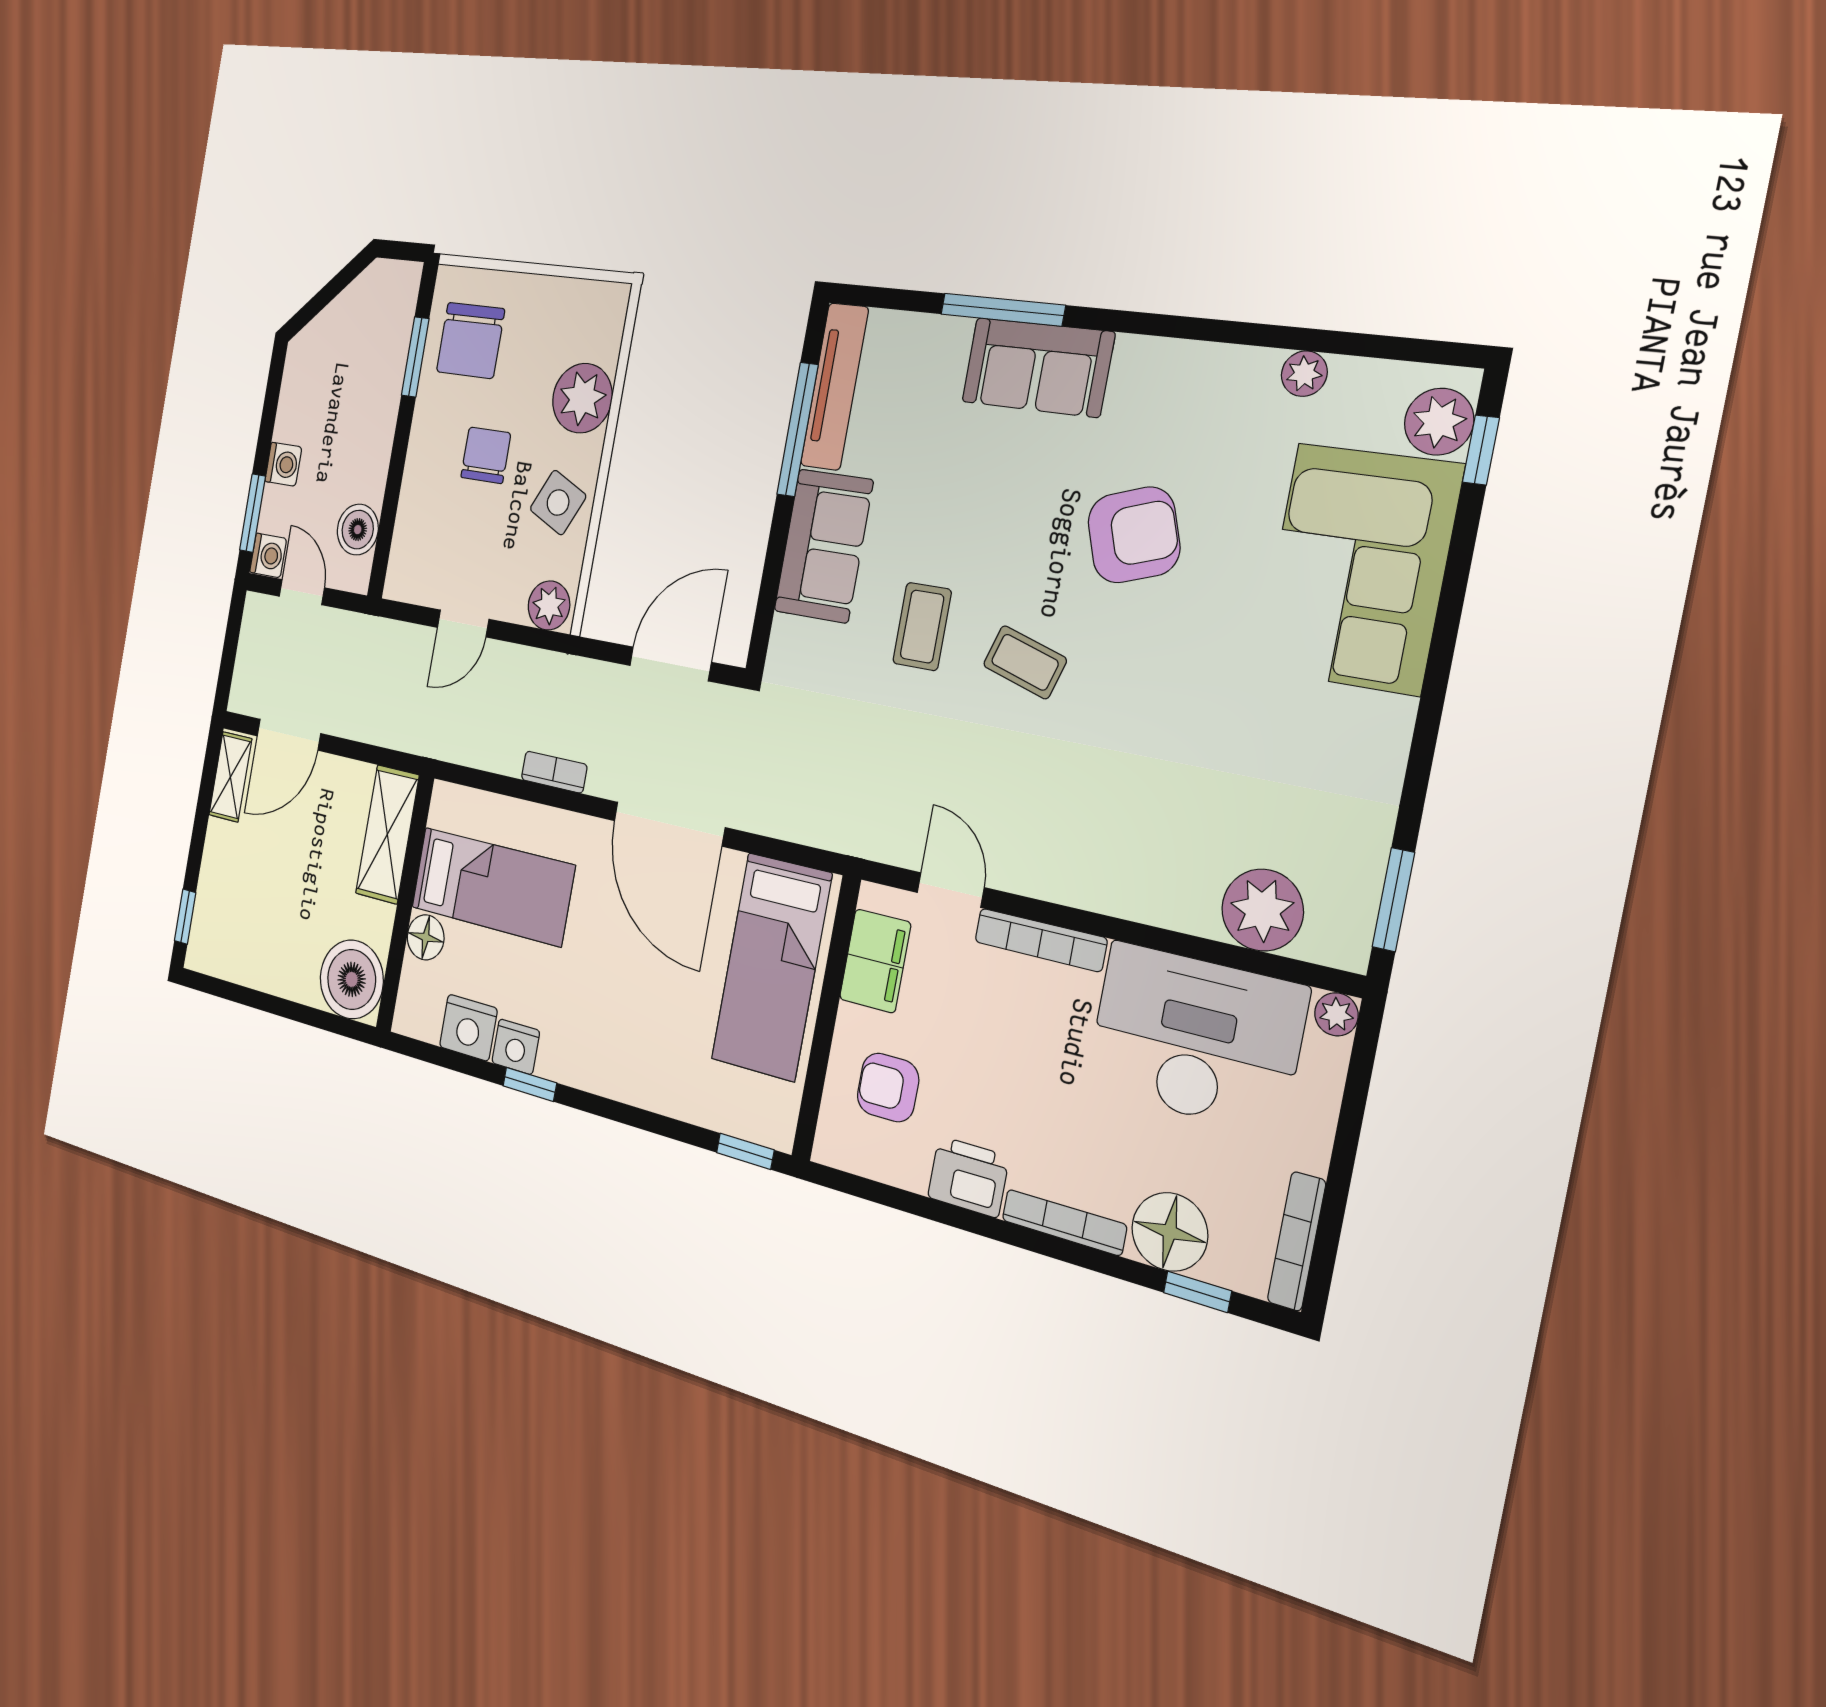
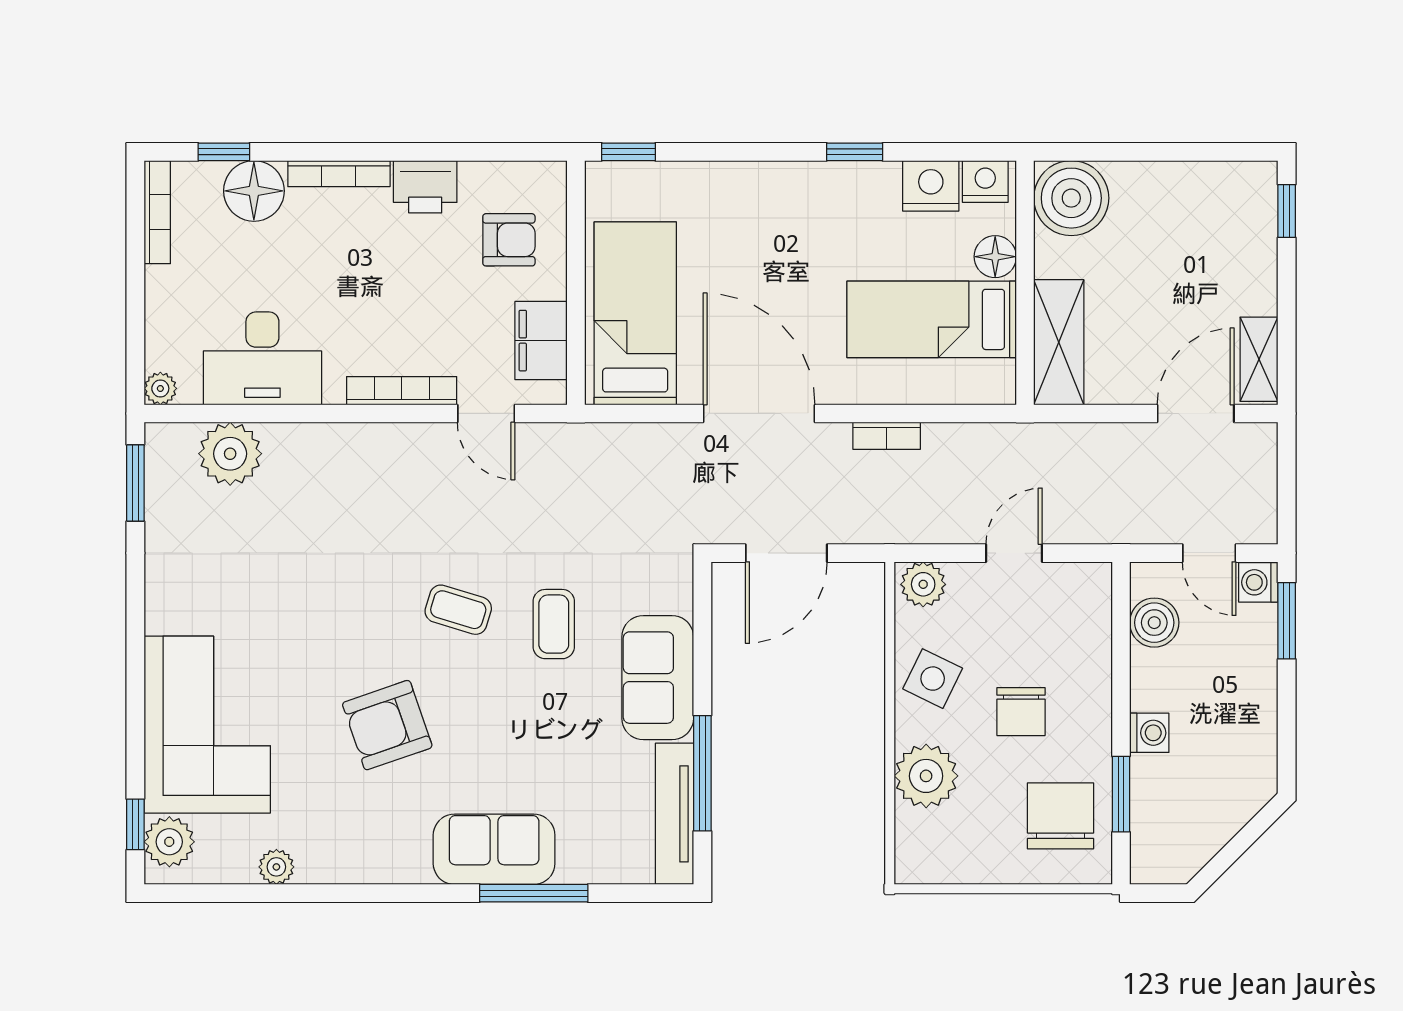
washing machine: (283, 464) -> (1149, 733), moved, turned 180
desk: (1196, 1038) -> (262, 358), width x0.73, depth x0.77
nightstand: (516, 1047) -> (985, 182), moved

